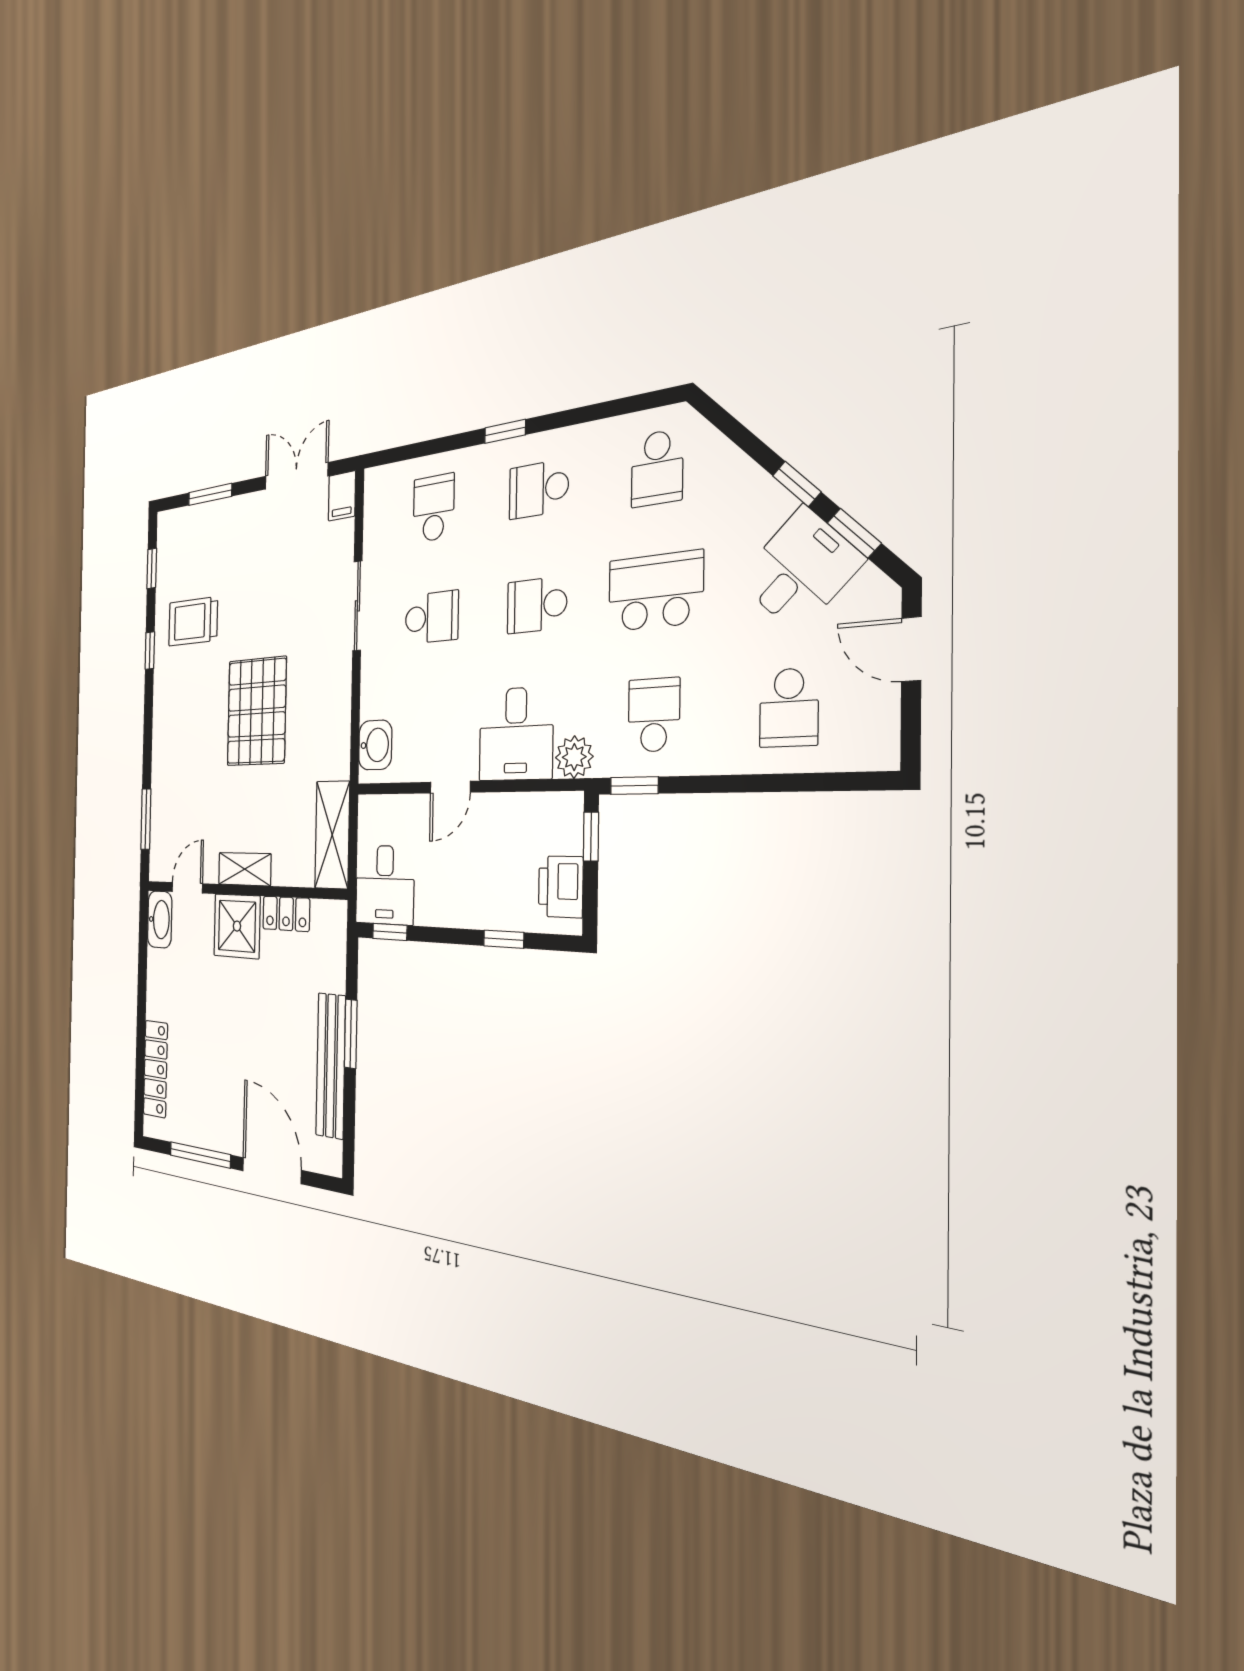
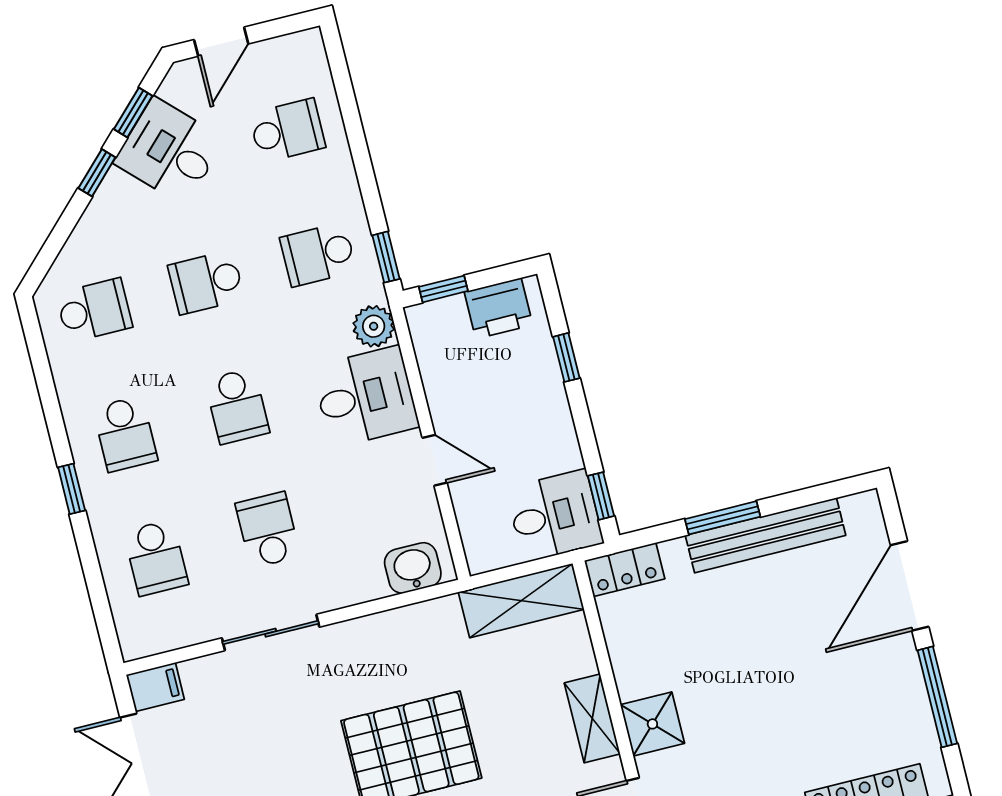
school desk: (434, 508) -> (156, 558), turned -90
school desk: (655, 591) -> (206, 282), width x0.54
locker: (286, 914) -> (625, 570), moved, turned 90
shower: (237, 926) -> (652, 724), width x0.73, depth x0.73

